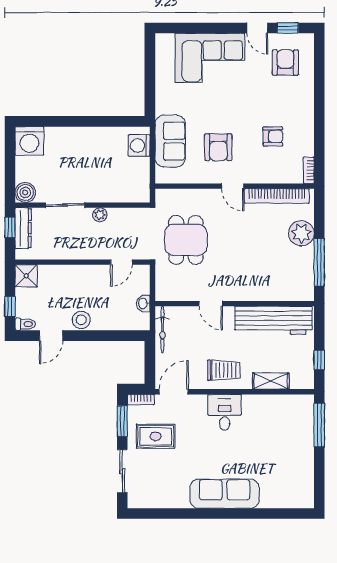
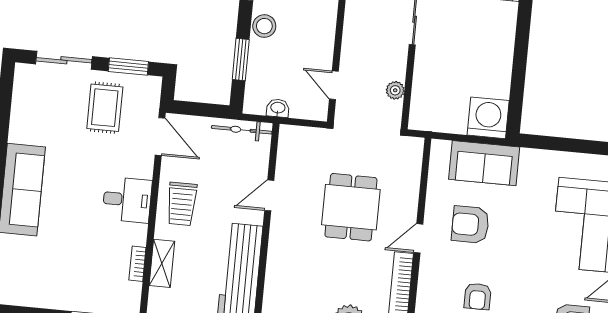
washing machine: (139, 145) -> (488, 118), width x1.37, depth x1.37
plant: (100, 215) -> (395, 90), moved
dining table: (186, 240) -> (351, 207), moved, turned 90
window: (109, 336) -> (241, 60), added
bookcase: (141, 400) -> (137, 264), moved

